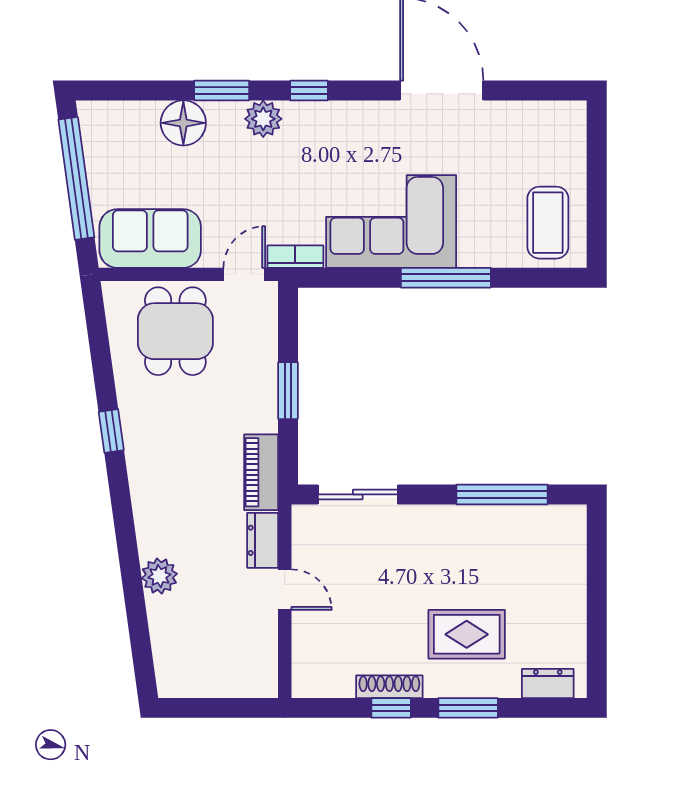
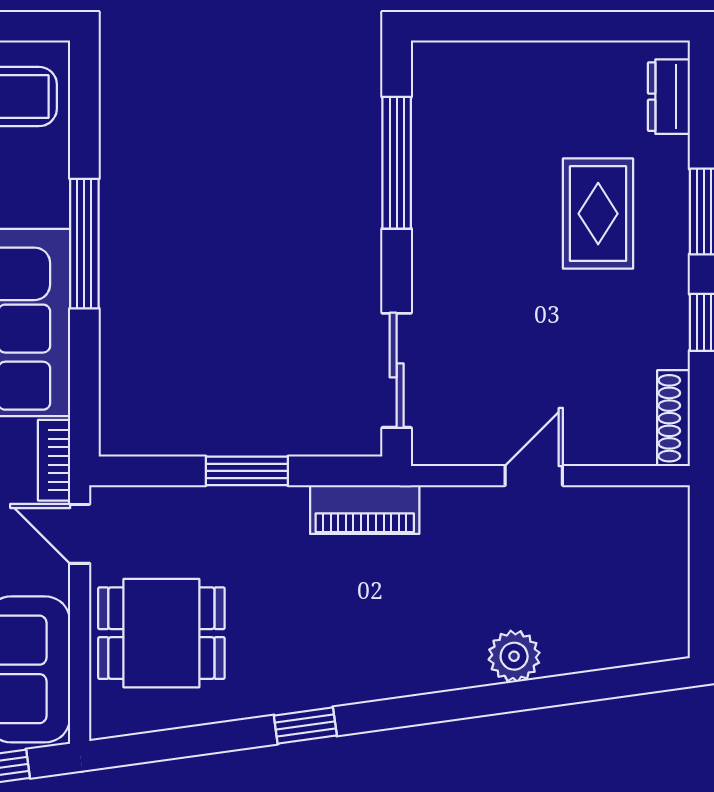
dresser: (263, 540) -> (463, 507), removed
shoe rack: (389, 687) -> (674, 418), moved

